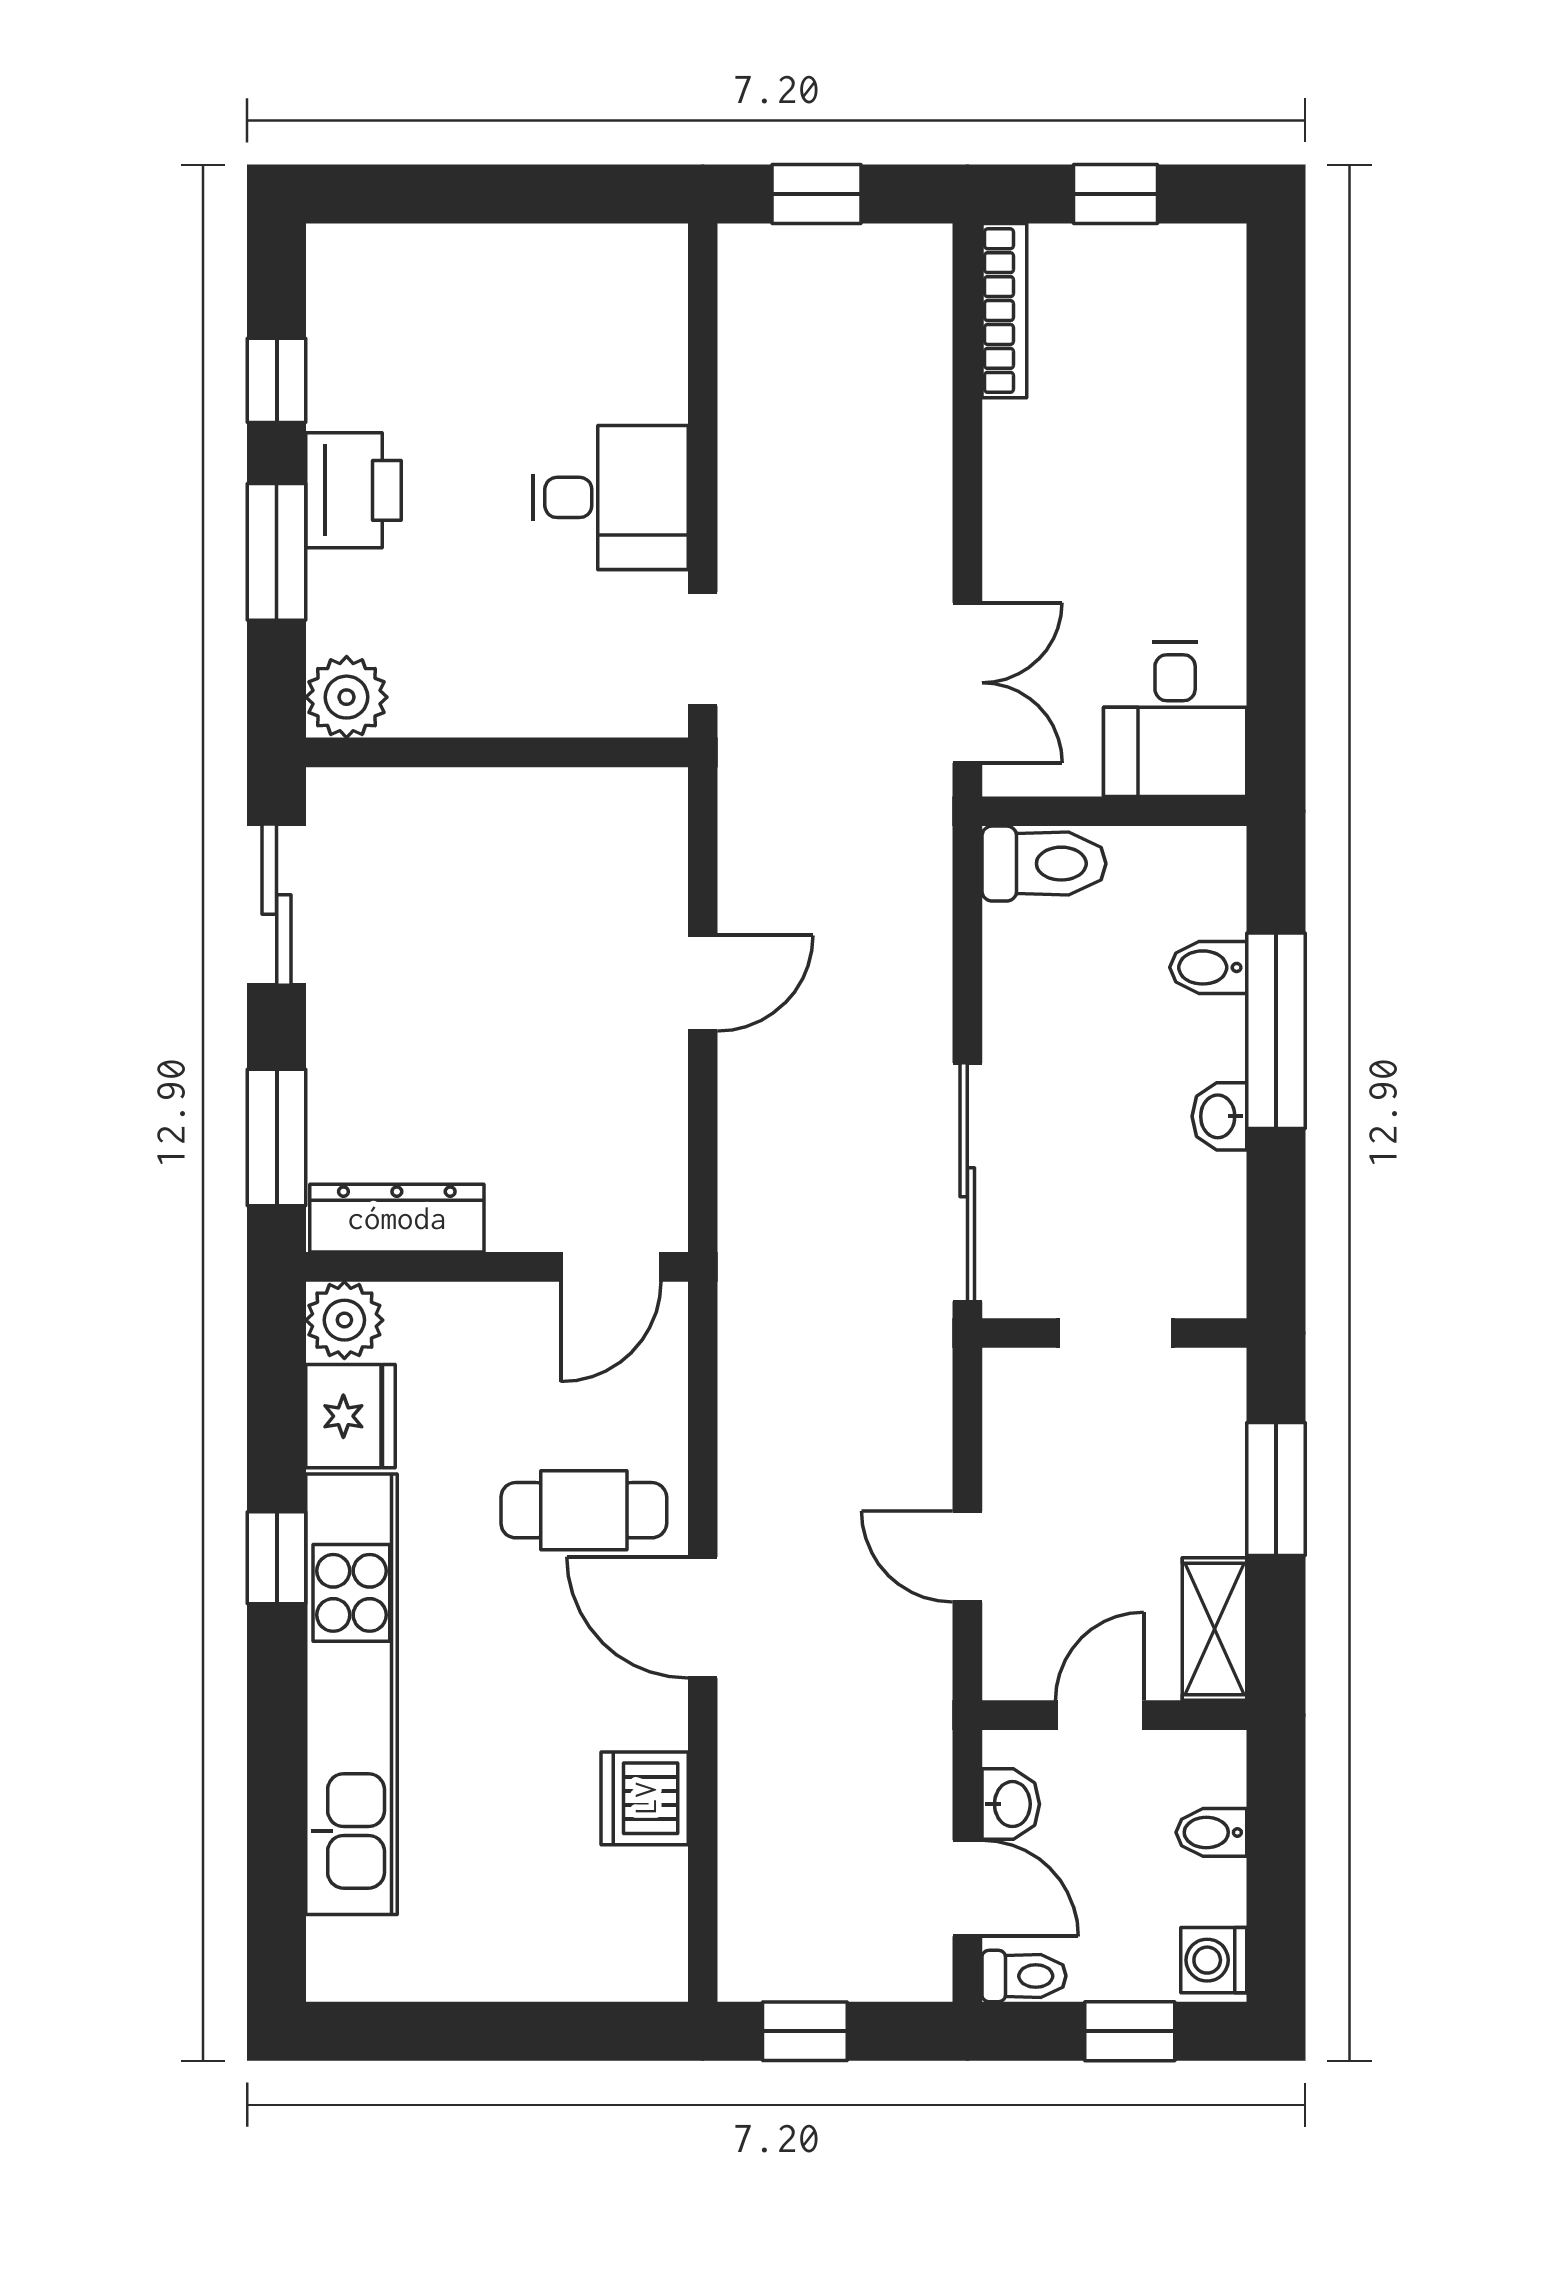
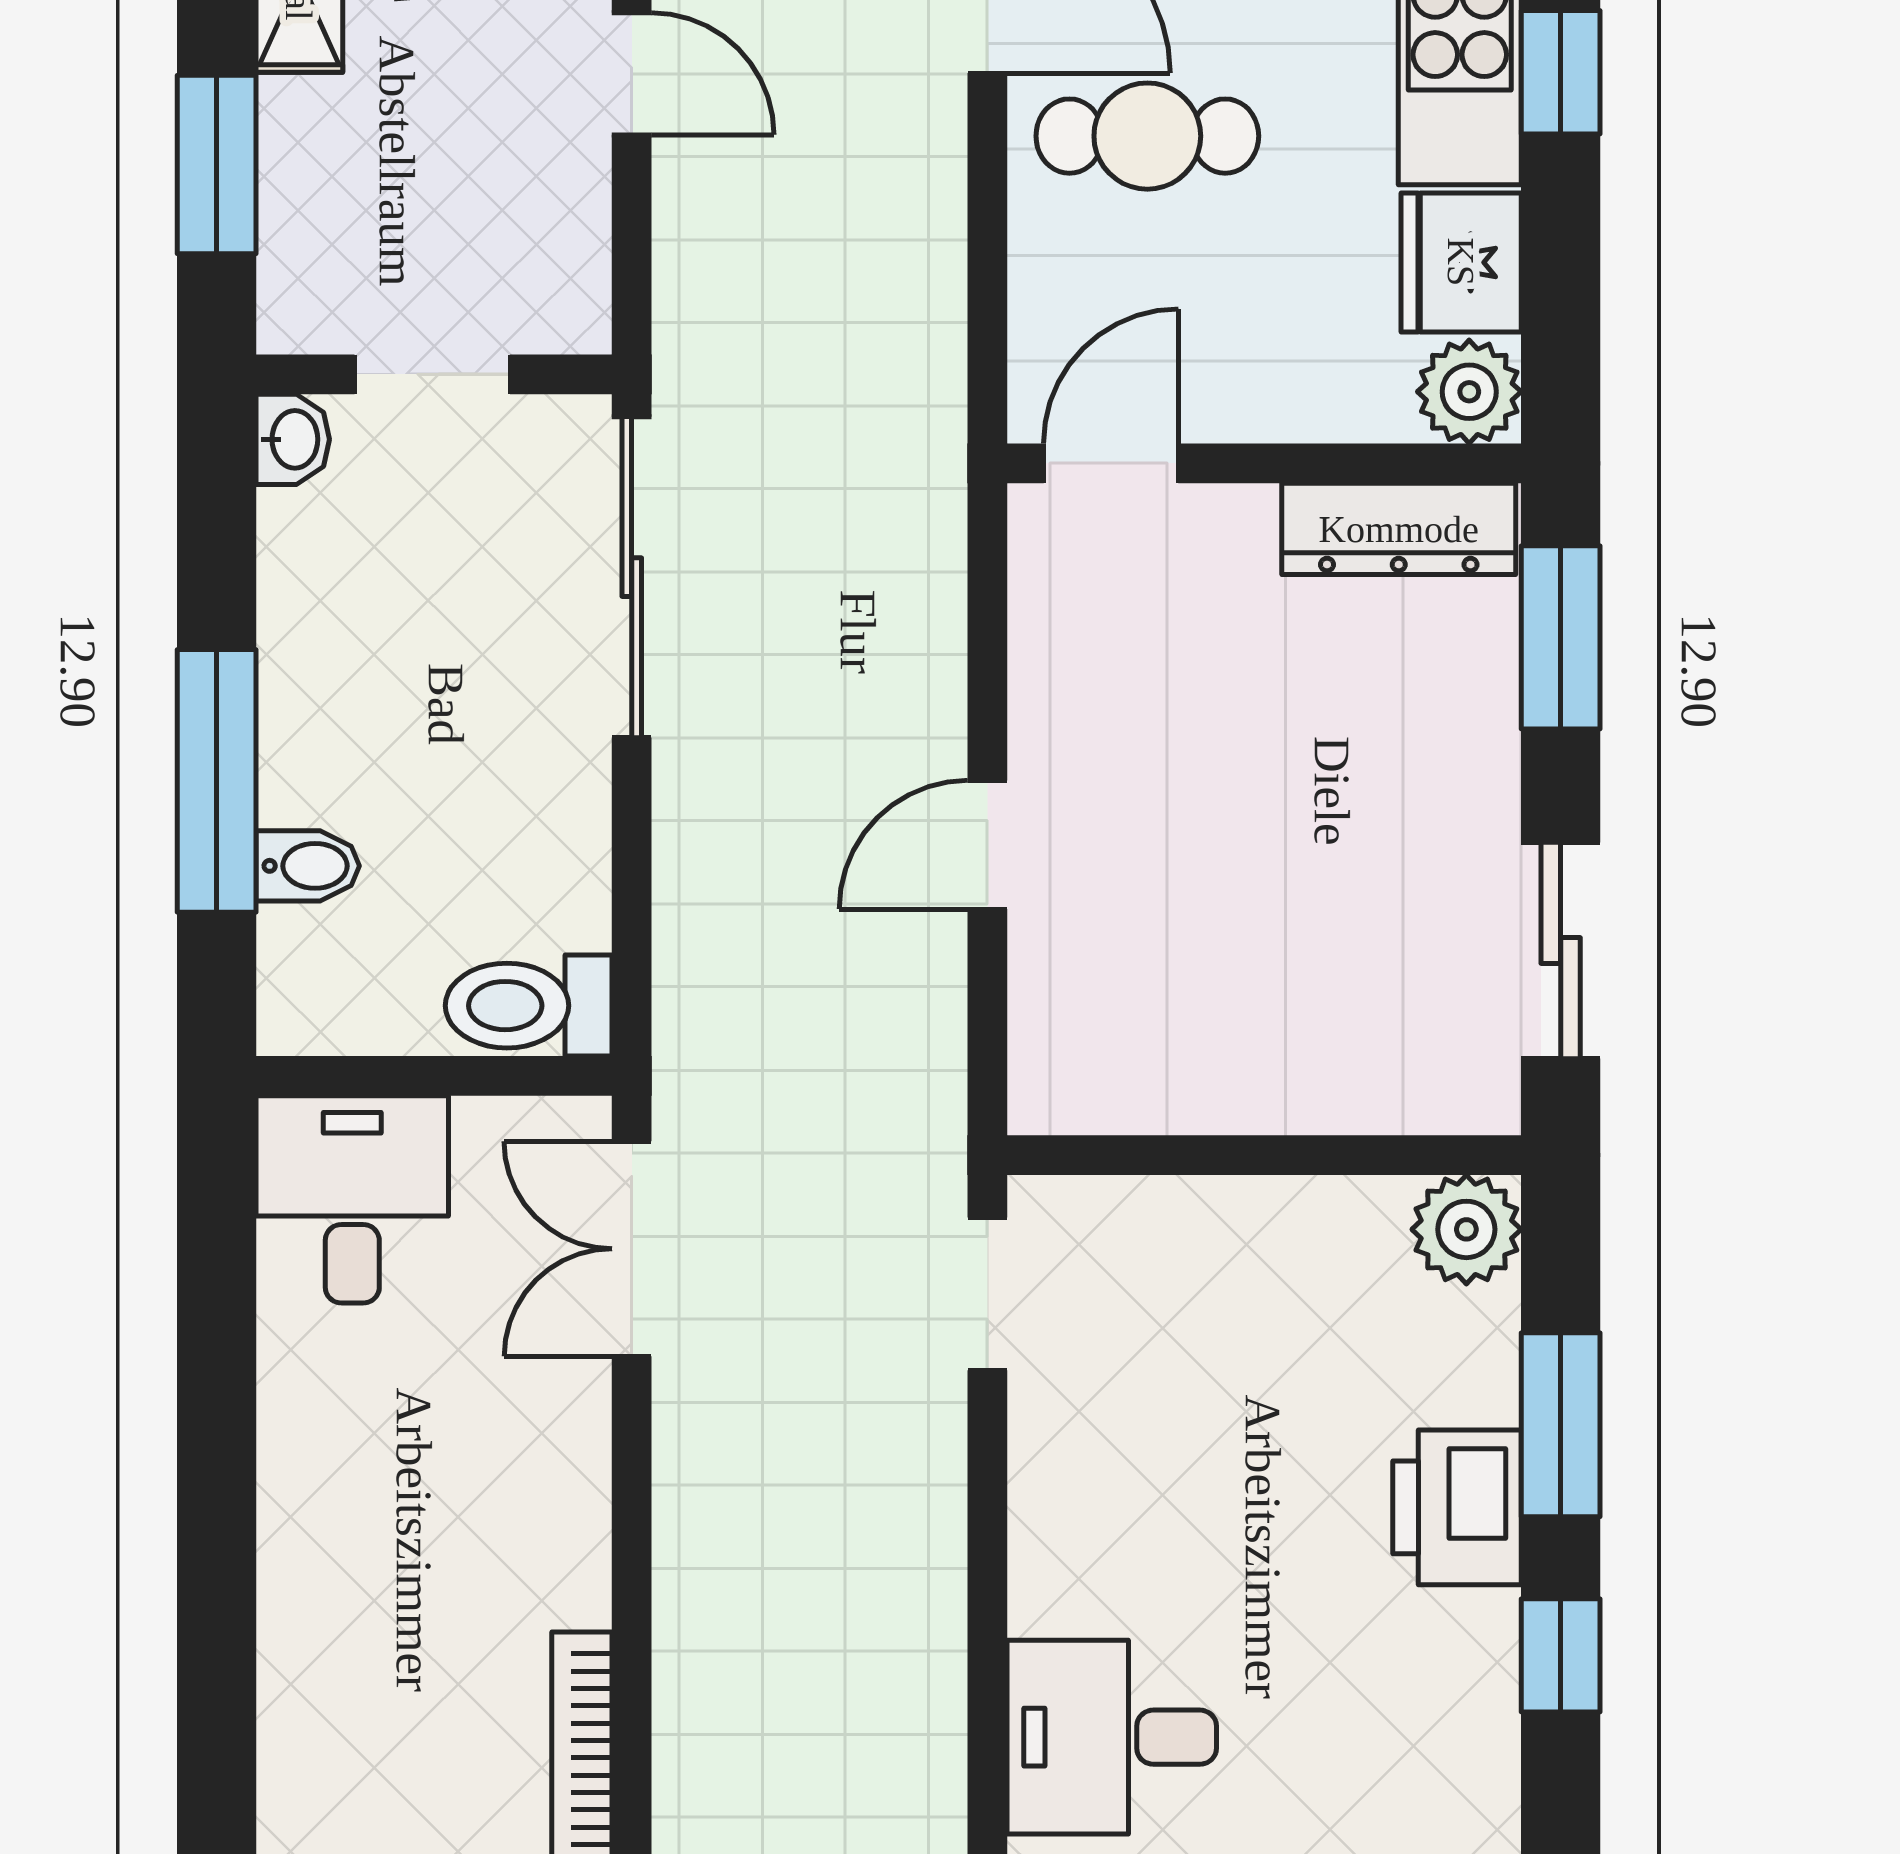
desk: (610, 497) -> (1112, 1737), moved
washbasin: (1219, 1116) -> (293, 439), moved

